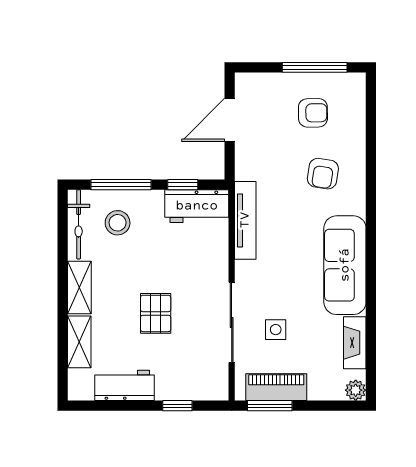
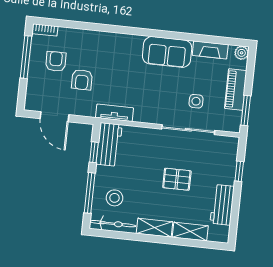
bookcase: (358, 91) -> (45, 30), added
armchair: (323, 174) -> (82, 80), moved, turned 81
tv unit: (245, 220) -> (115, 113), width x0.71
sofa: (345, 265) -> (167, 52), width x0.73
piano: (276, 387) -> (236, 89), moved

